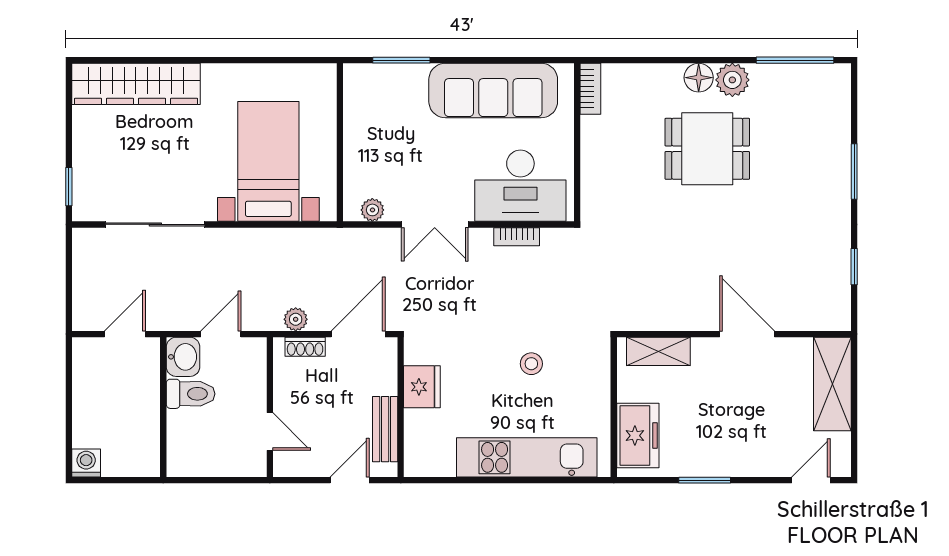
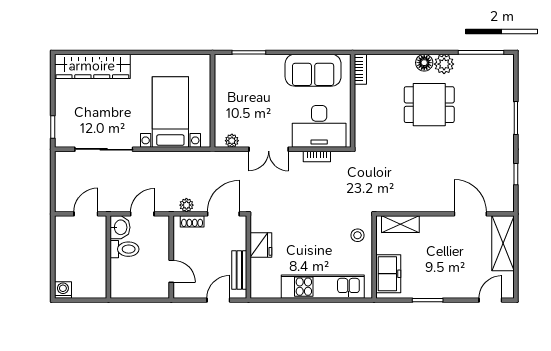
sofa: (493, 90) -> (313, 70), width x0.73
door: (747, 334) -> (470, 214), moved
stool: (531, 364) -> (358, 235), moved

